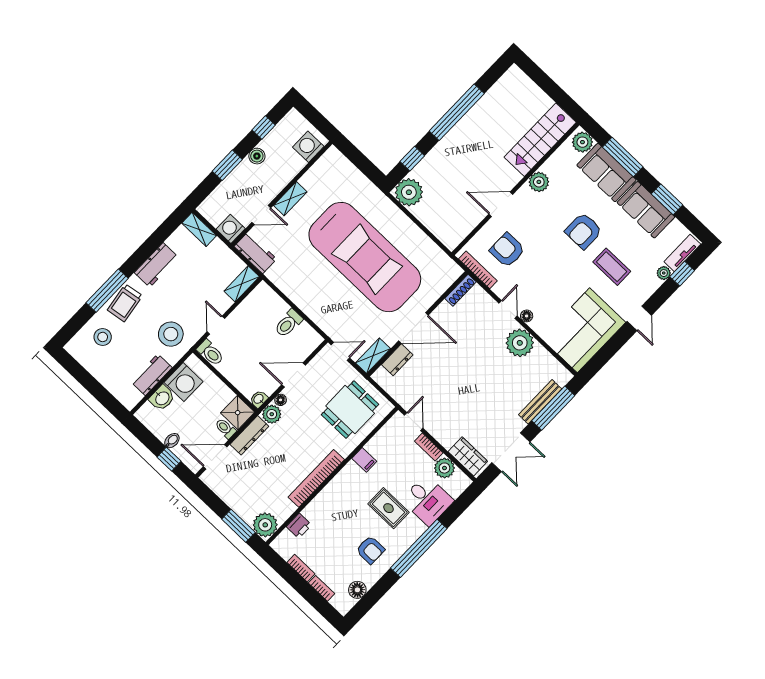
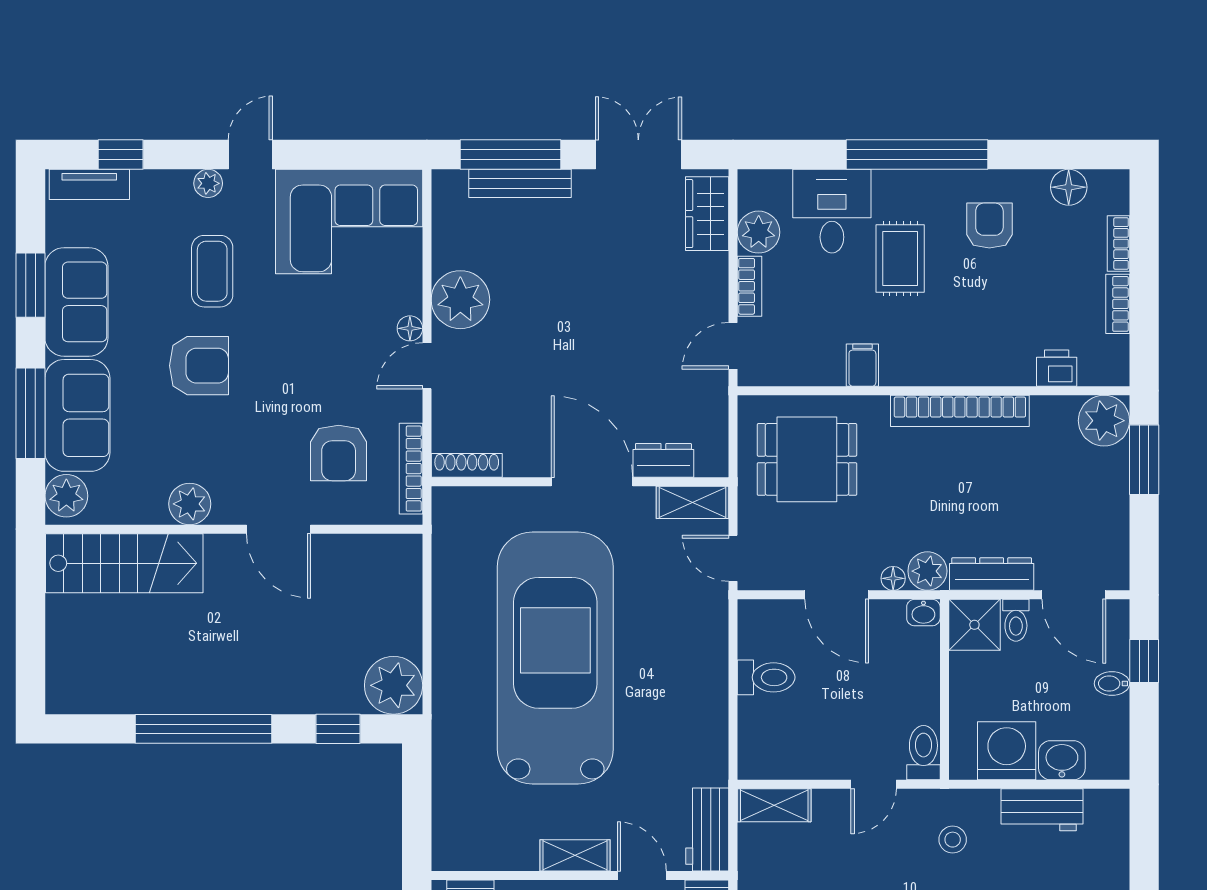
plant: (664, 273) -> (208, 183), moved
stool: (171, 334) -> (953, 840), width x0.53, depth x0.53

